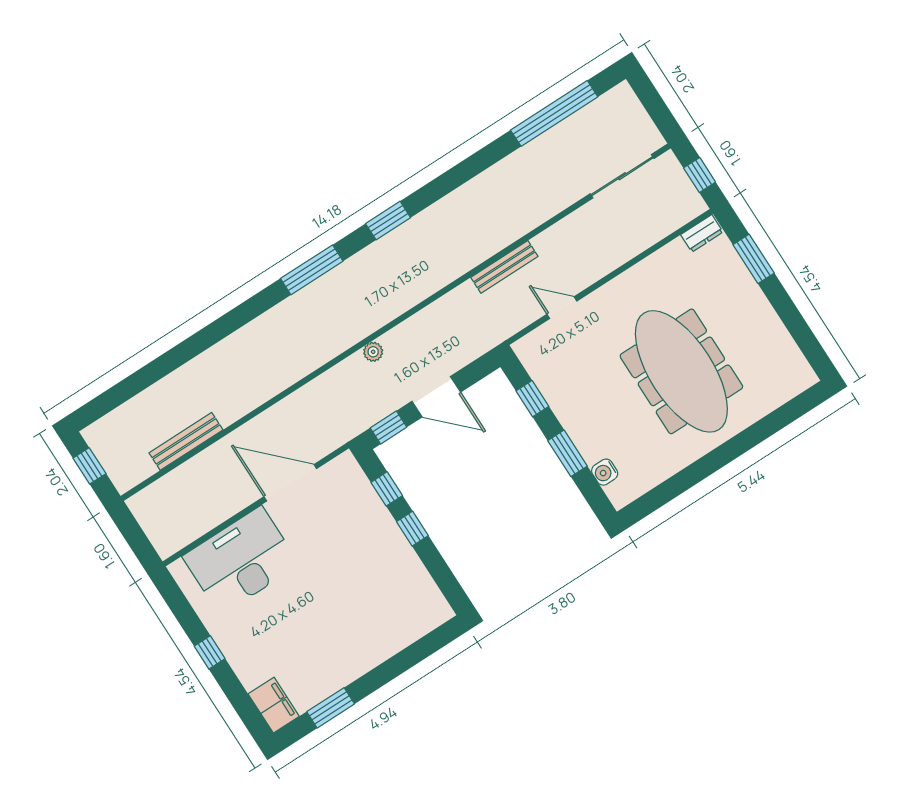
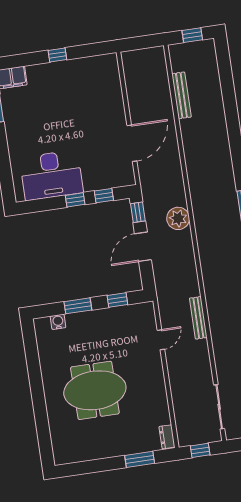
plant: (373, 352) -> (178, 218), width x1.88, depth x1.88
meeting table: (681, 371) -> (95, 390), width x0.73
desk: (241, 560) -> (51, 175), moved, turned 90

